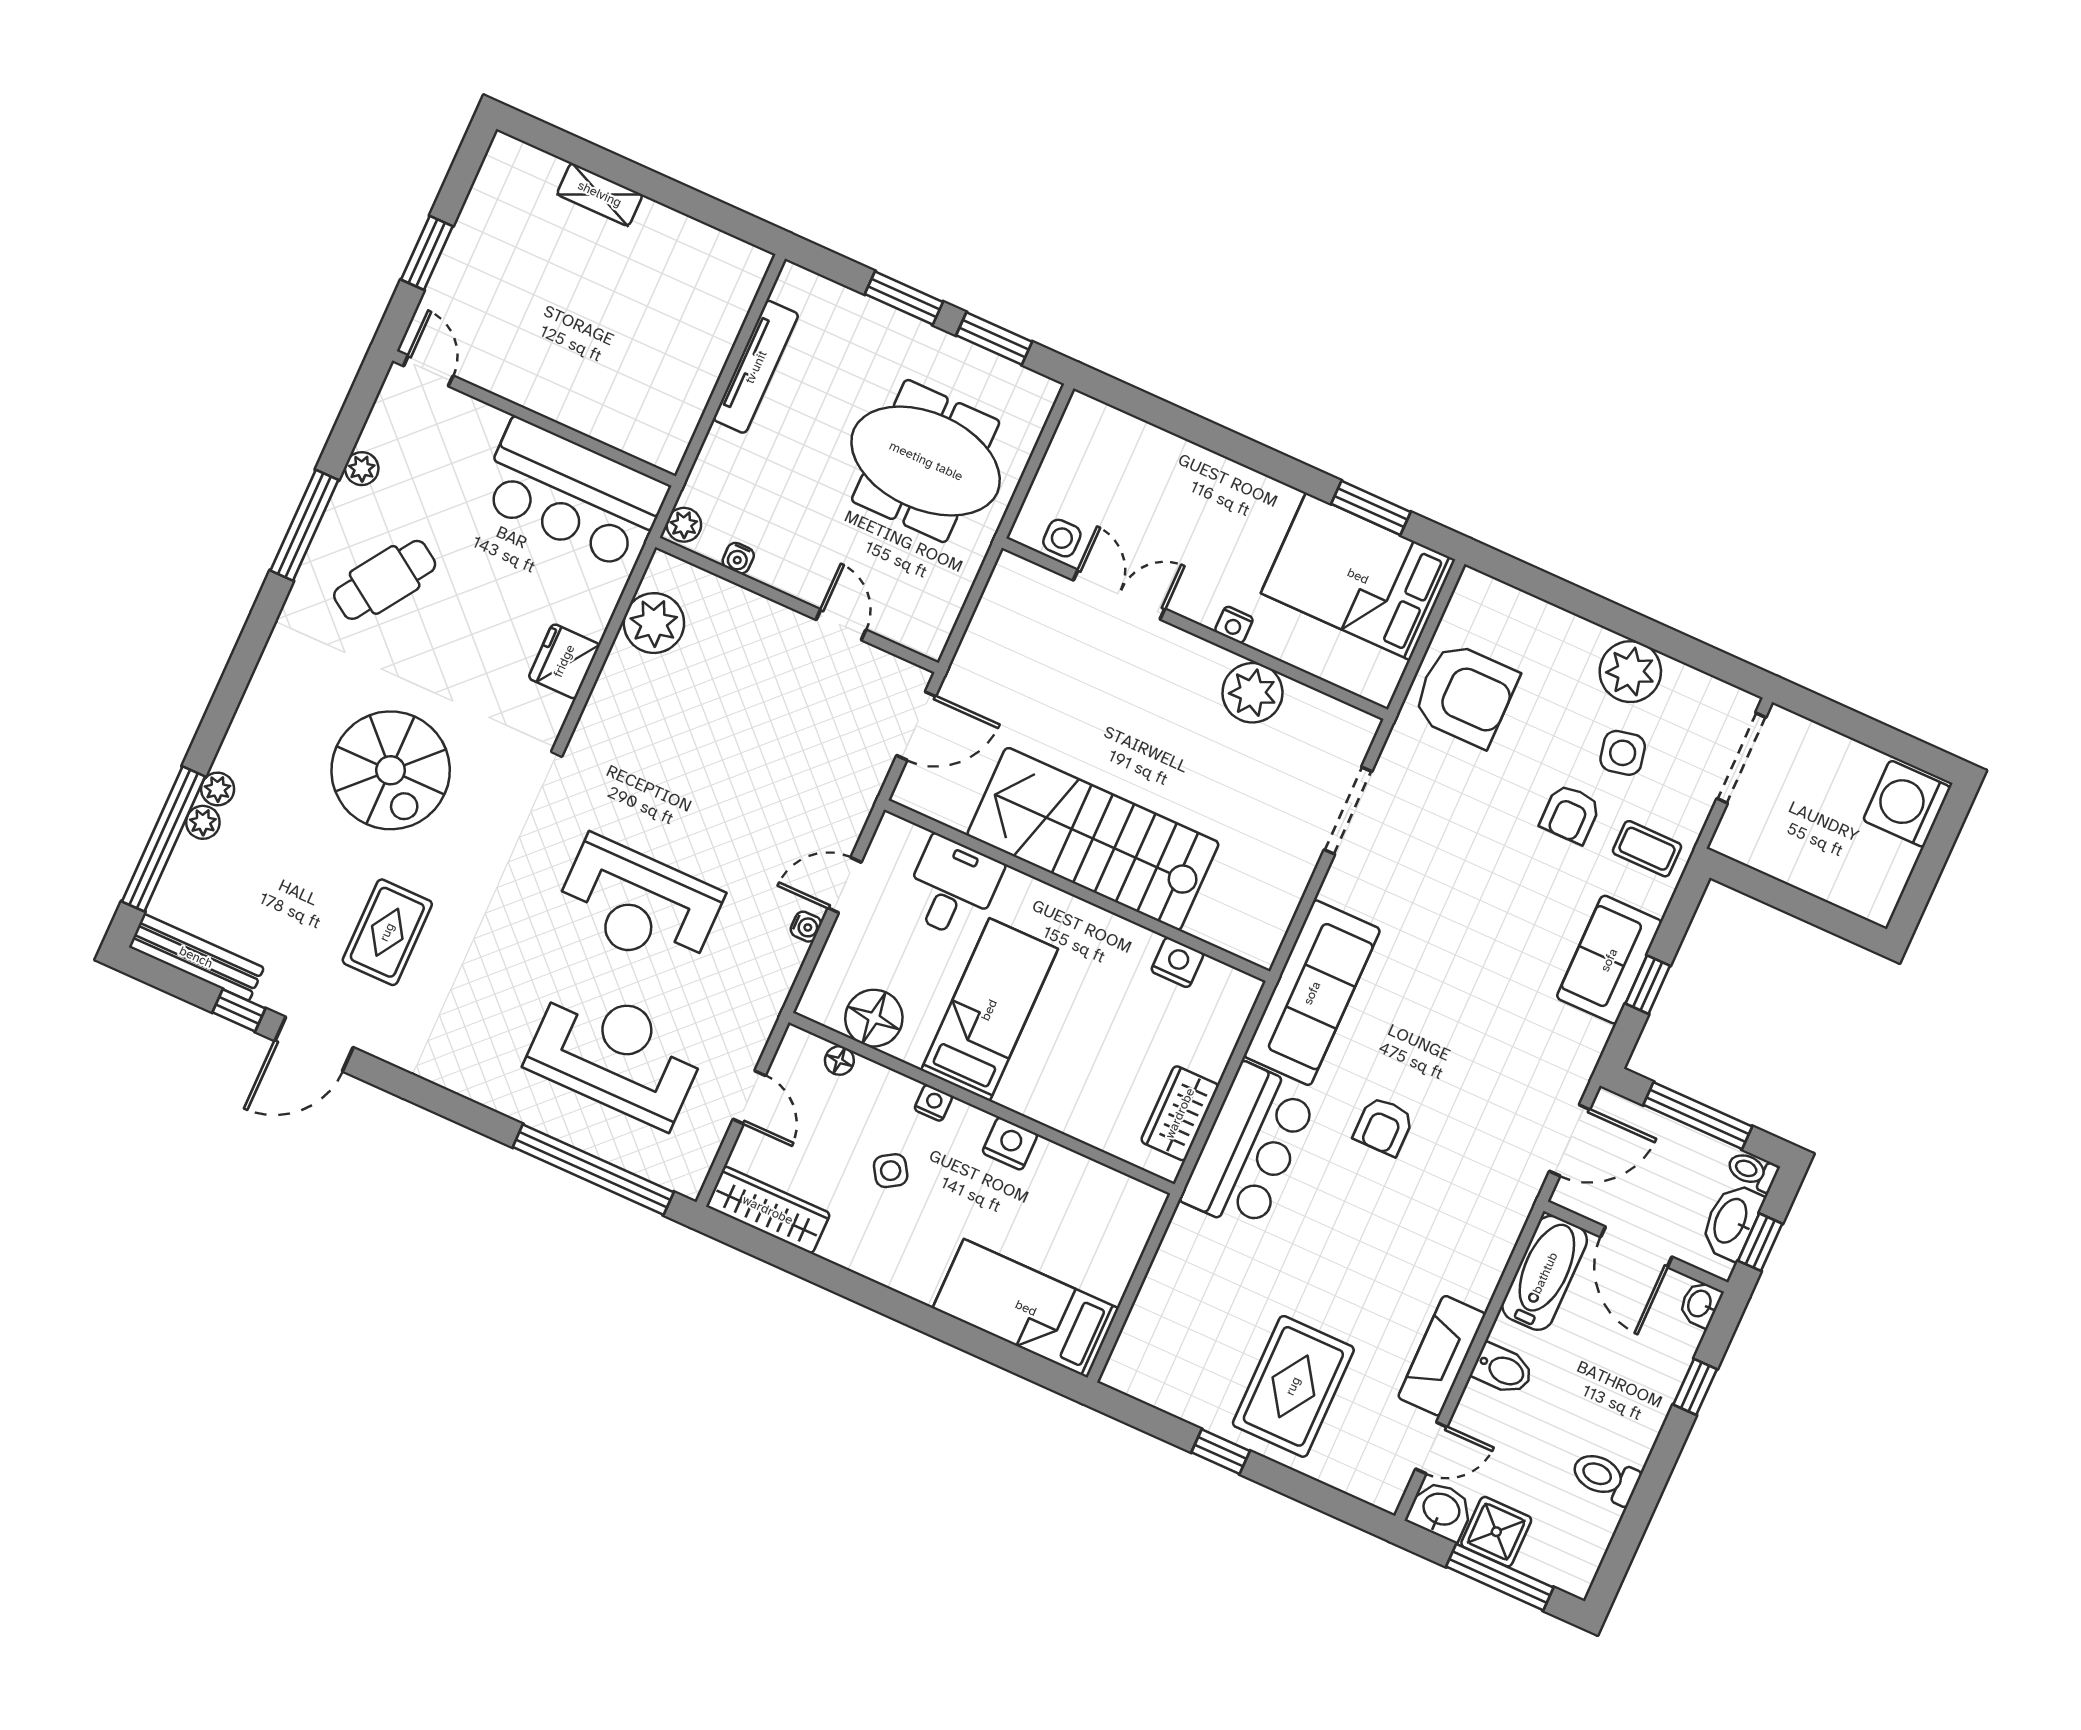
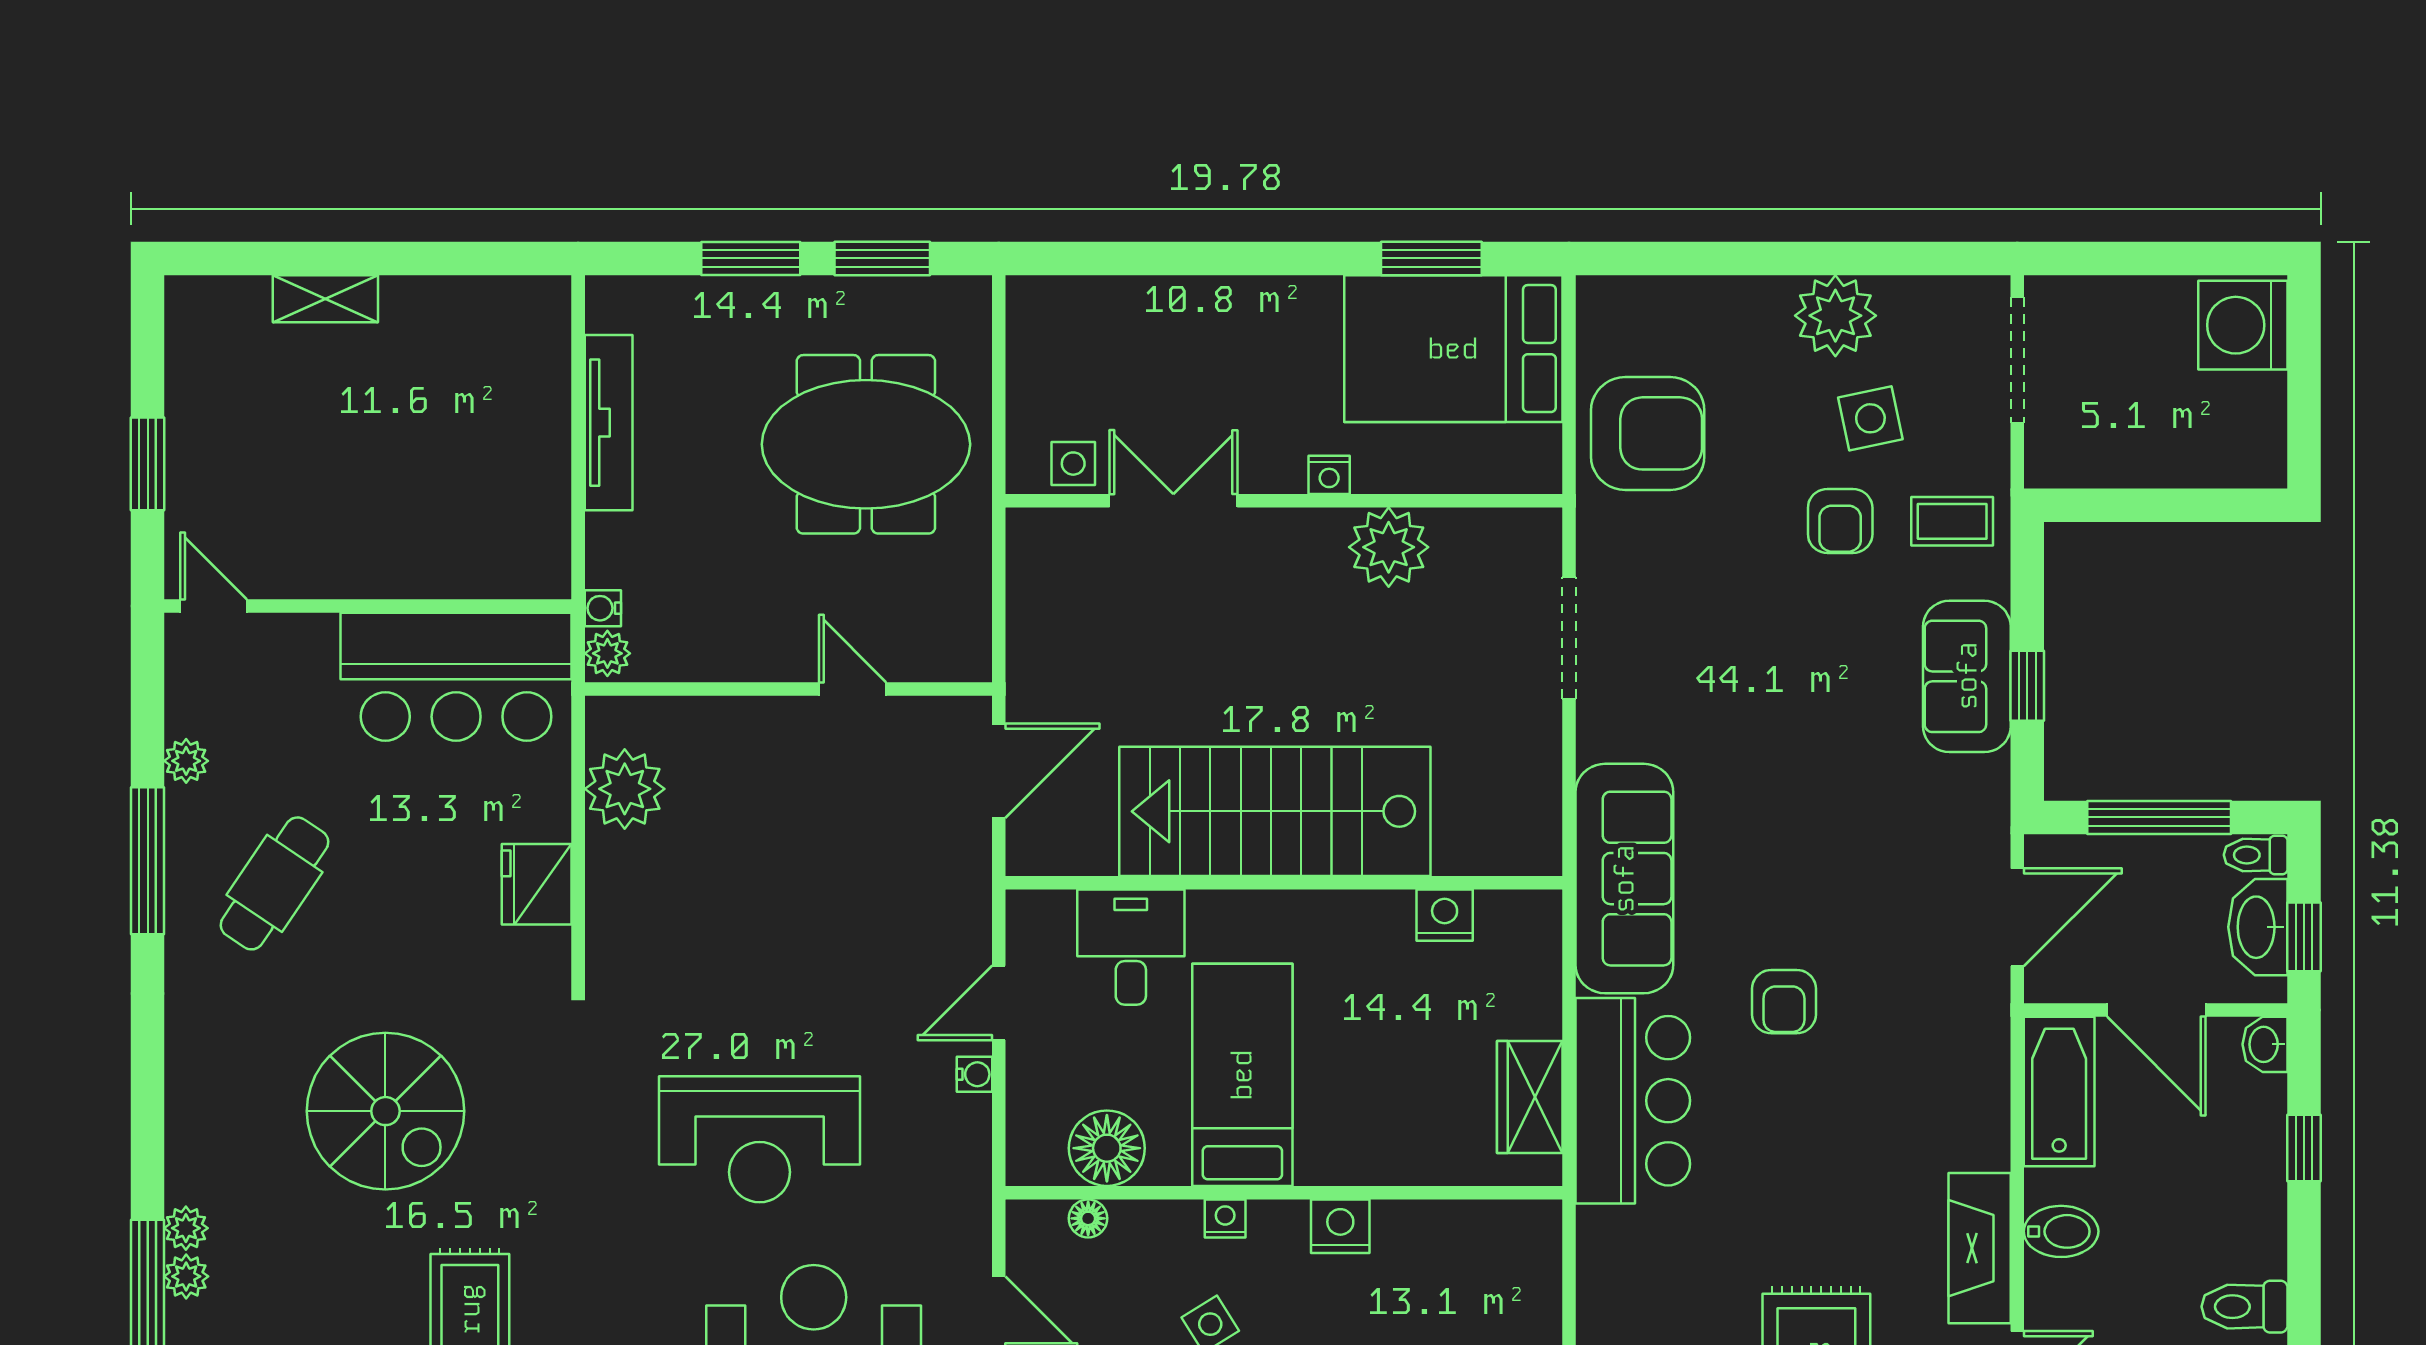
water cooler: (738, 558) -> (603, 608), moved, turned 90

